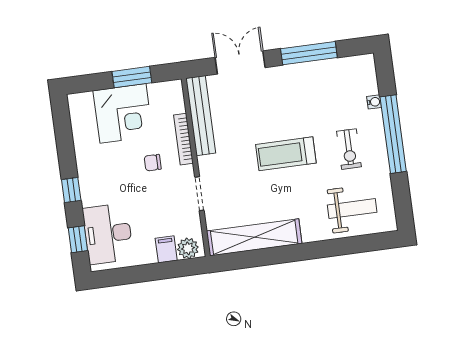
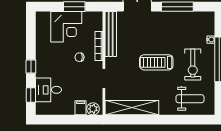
exercise bike: (349, 149) -> (193, 65), width x1.38, depth x1.39
desk: (108, 234) -> (48, 90), width x0.73

